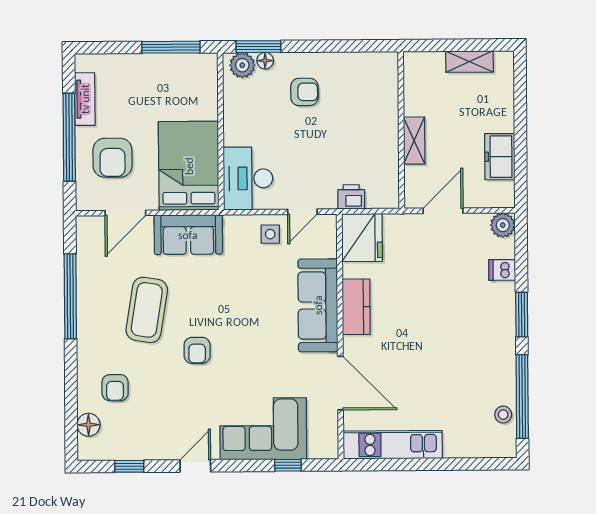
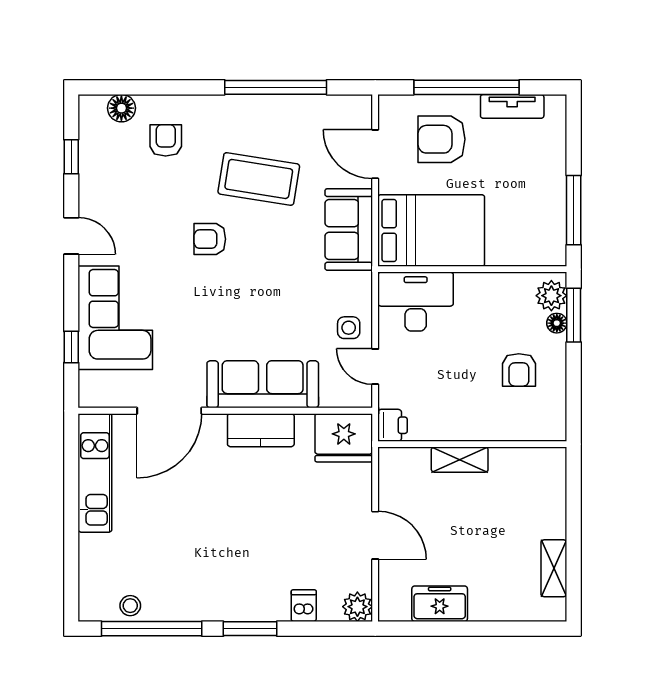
wall: (401, 130) -> (472, 444), moved
shelving: (414, 141) -> (460, 460), moved
armchair: (115, 388) -> (166, 140), turned 90

